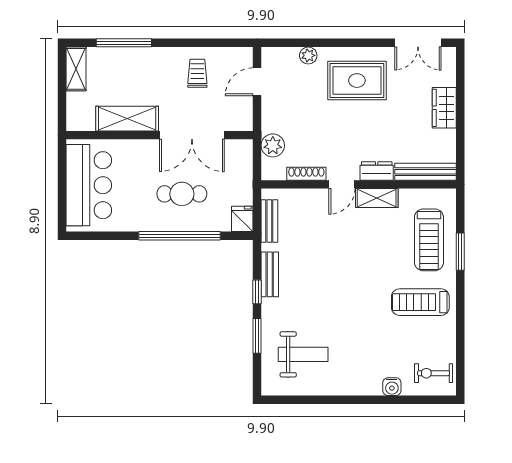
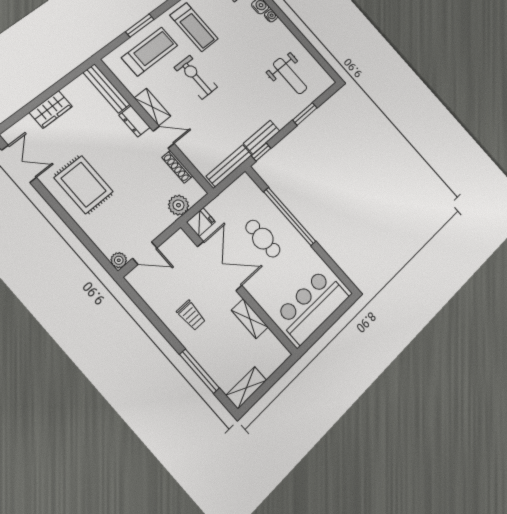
plant: (308, 55) -> (119, 260), moved
trolley: (197, 73) -> (191, 315), moved, turned -90
shelving: (127, 119) -> (250, 319), width x0.67, depth x0.75
fridge: (242, 219) -> (201, 222), moved, turned 180
bench: (269, 221) -> (229, 166), width x1.36
exercise bike: (372, 262) -> (196, 77), added
window: (257, 292) -> (261, 152), moved
weight bench: (303, 354) -> (290, 76), turned 180
water cooler: (374, 389) -> (271, 16), added

